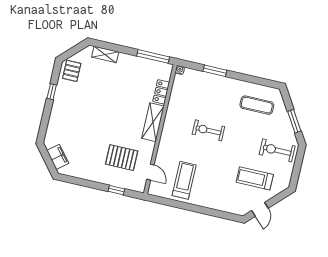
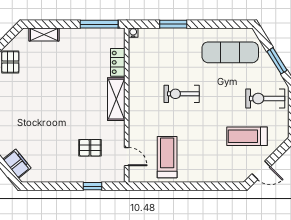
exercise mat: (257, 105) -> (230, 52), width x1.36, depth x1.45
pallet: (122, 158) -> (90, 148), width x0.67, depth x0.71
door: (260, 209) -> (261, 170), hinge flipped

